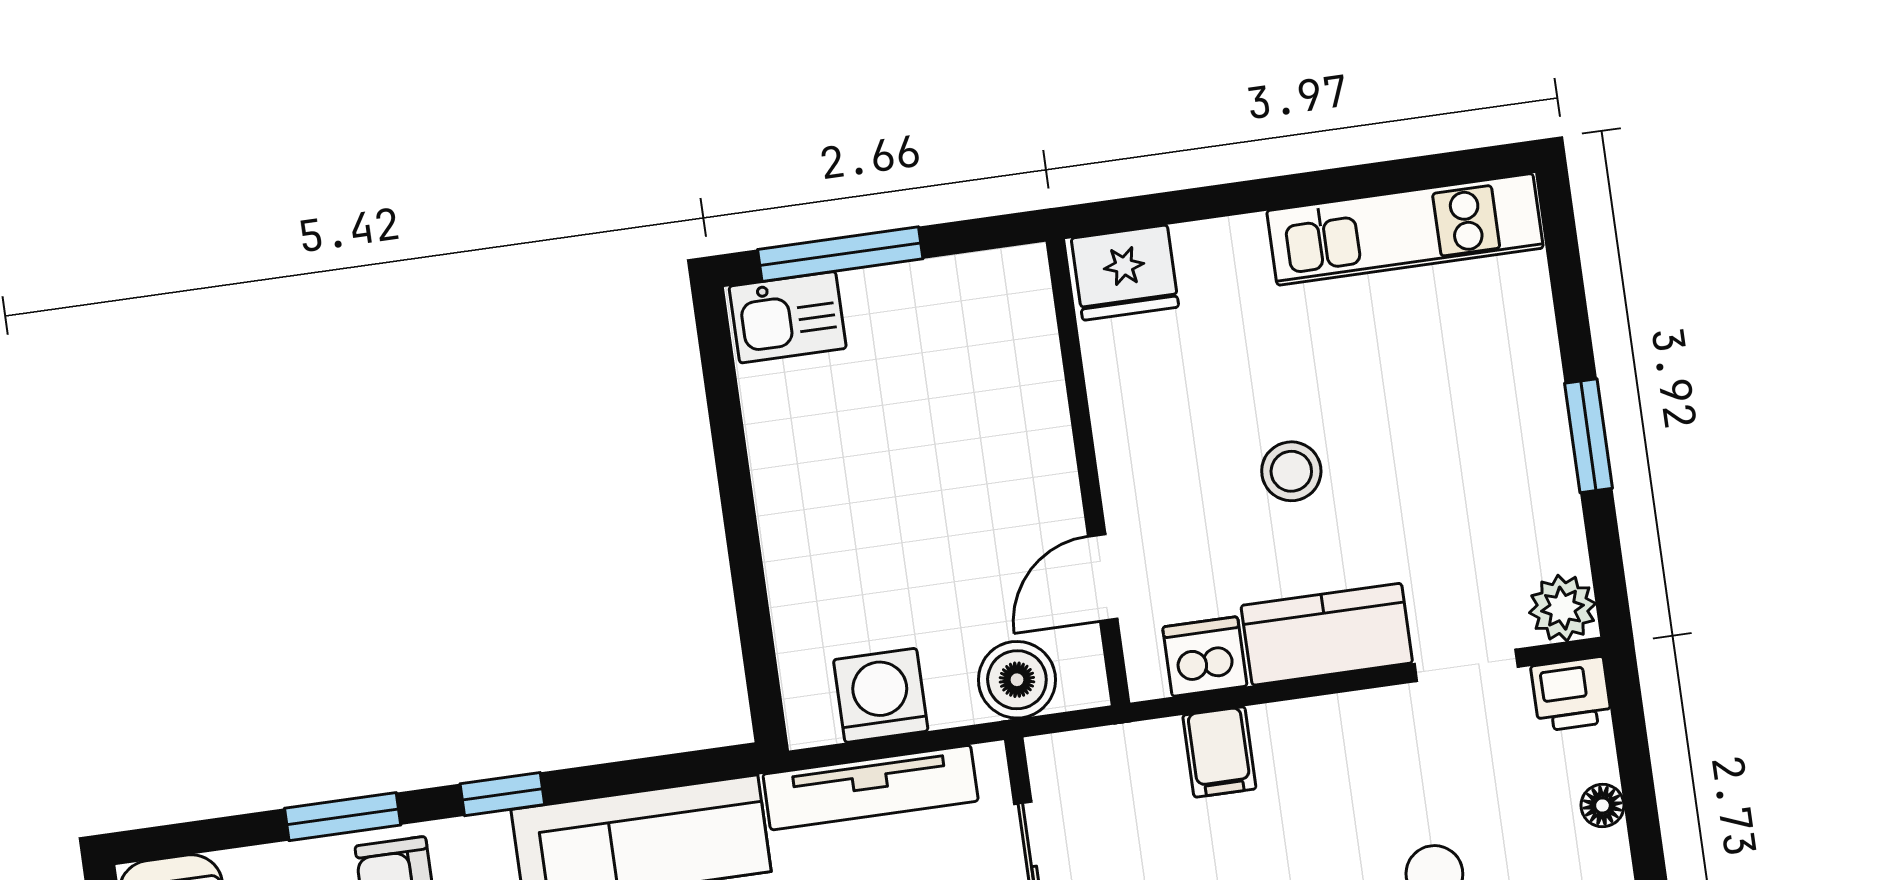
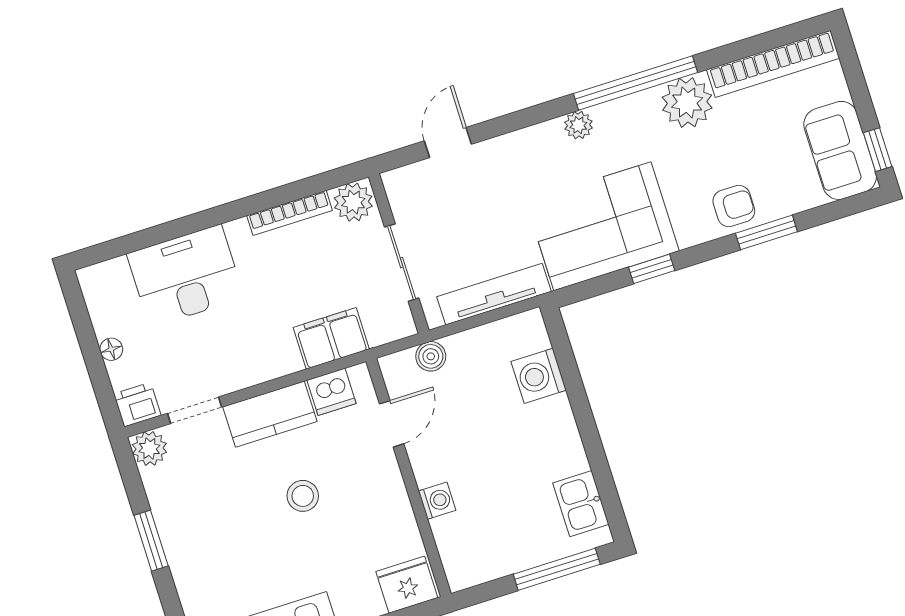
kitchen sink: (788, 317) -> (581, 504), moved, turned -90
washing machine: (1042, 420) -> (437, 501), added
boiler: (1017, 680) -> (431, 356), width x0.73, depth x0.73
washing machine: (881, 695) -> (539, 376), moved, turned 90
filing cabinet: (1219, 752) -> (331, 338), width x2.00
window: (502, 794) -> (652, 269), moved

